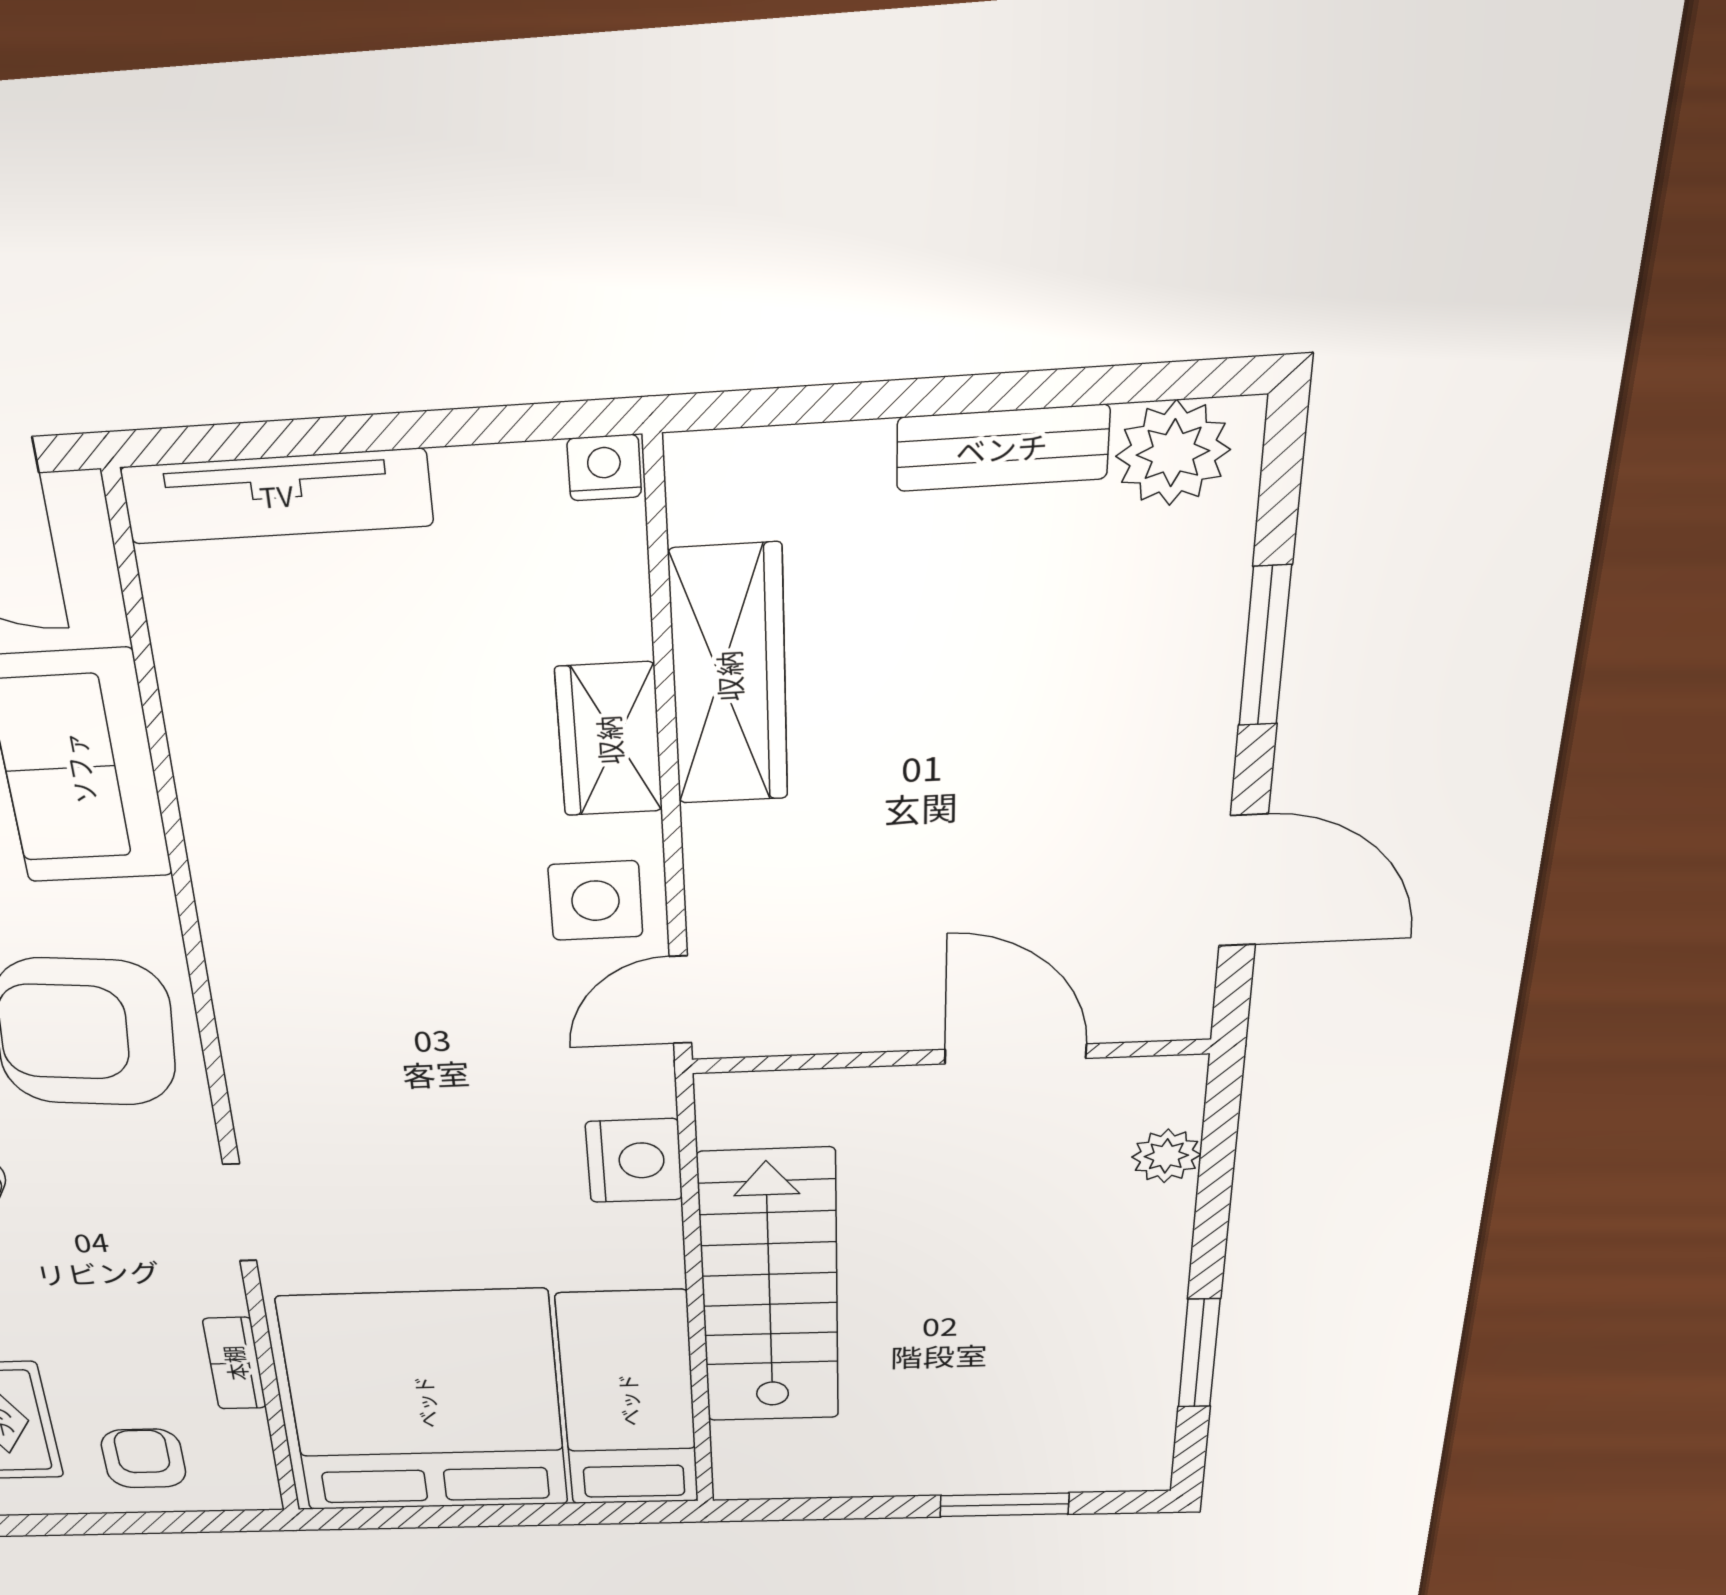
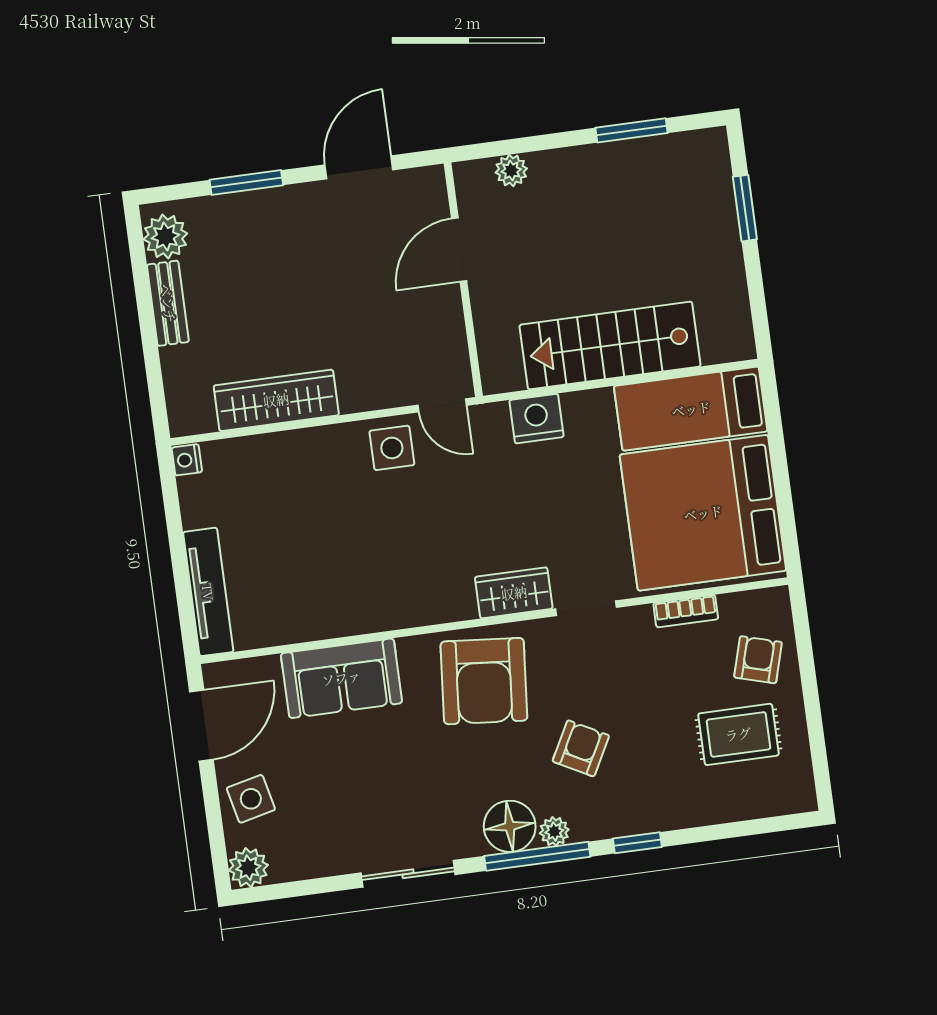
wardrobe: (609, 740) -> (514, 593), moved, turned 180
armchair: (144, 1458) -> (758, 660), turned 106

